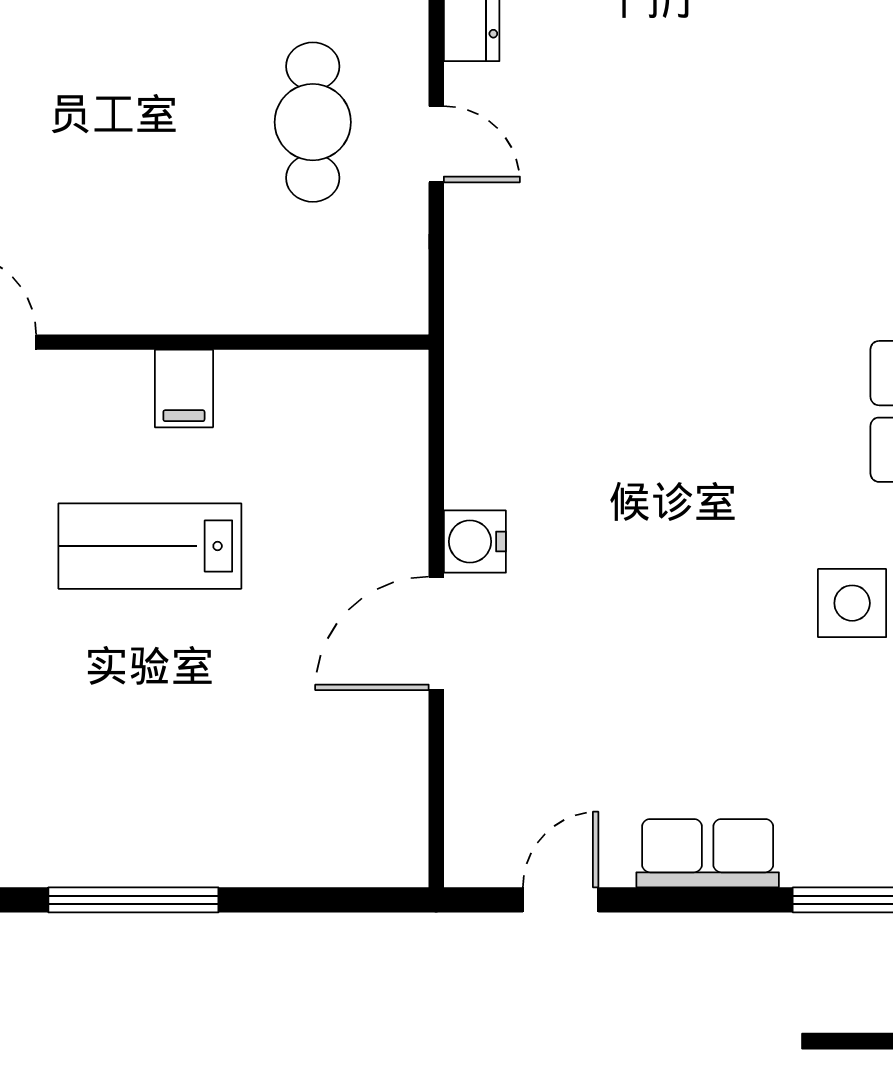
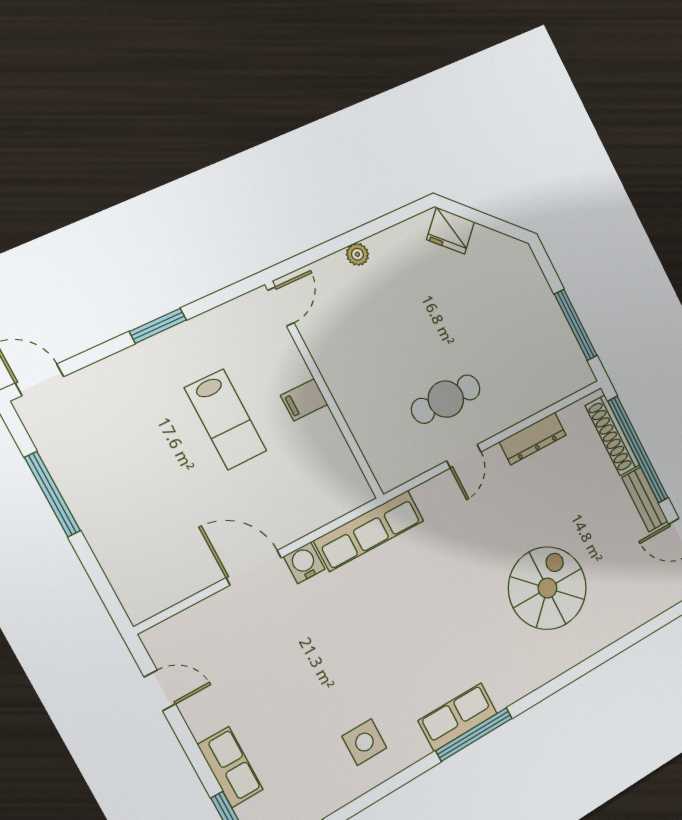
spiral stairs: (768, 113) -> (547, 588), added
row of seats: (480, 395) -> (369, 531), added
lab bench: (150, 546) -> (226, 419), turned 180
row of seats: (708, 853) -> (230, 767), moved

